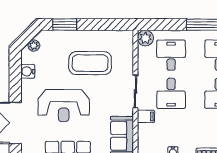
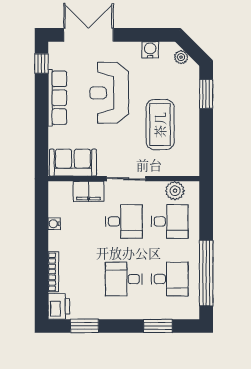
plant: (145, 38) -> (175, 191), moved
desk: (171, 93) -> (124, 221), turned 180
filing cabinet: (146, 116) -> (89, 191), width x2.00

